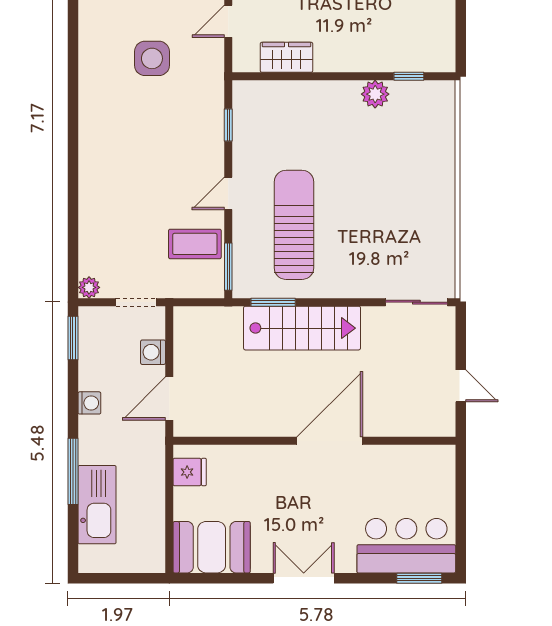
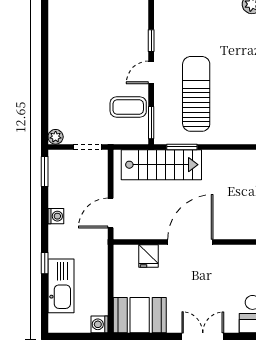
window: (228, 125) -> (151, 41), moved
stairs: (302, 328) -> (161, 165), moved
washing machine: (153, 352) -> (100, 324), moved
door: (330, 441) -> (190, 242), moved
window: (73, 471) -> (45, 263), width x0.46
fridge: (190, 472) -> (148, 256), moved, turned 90

